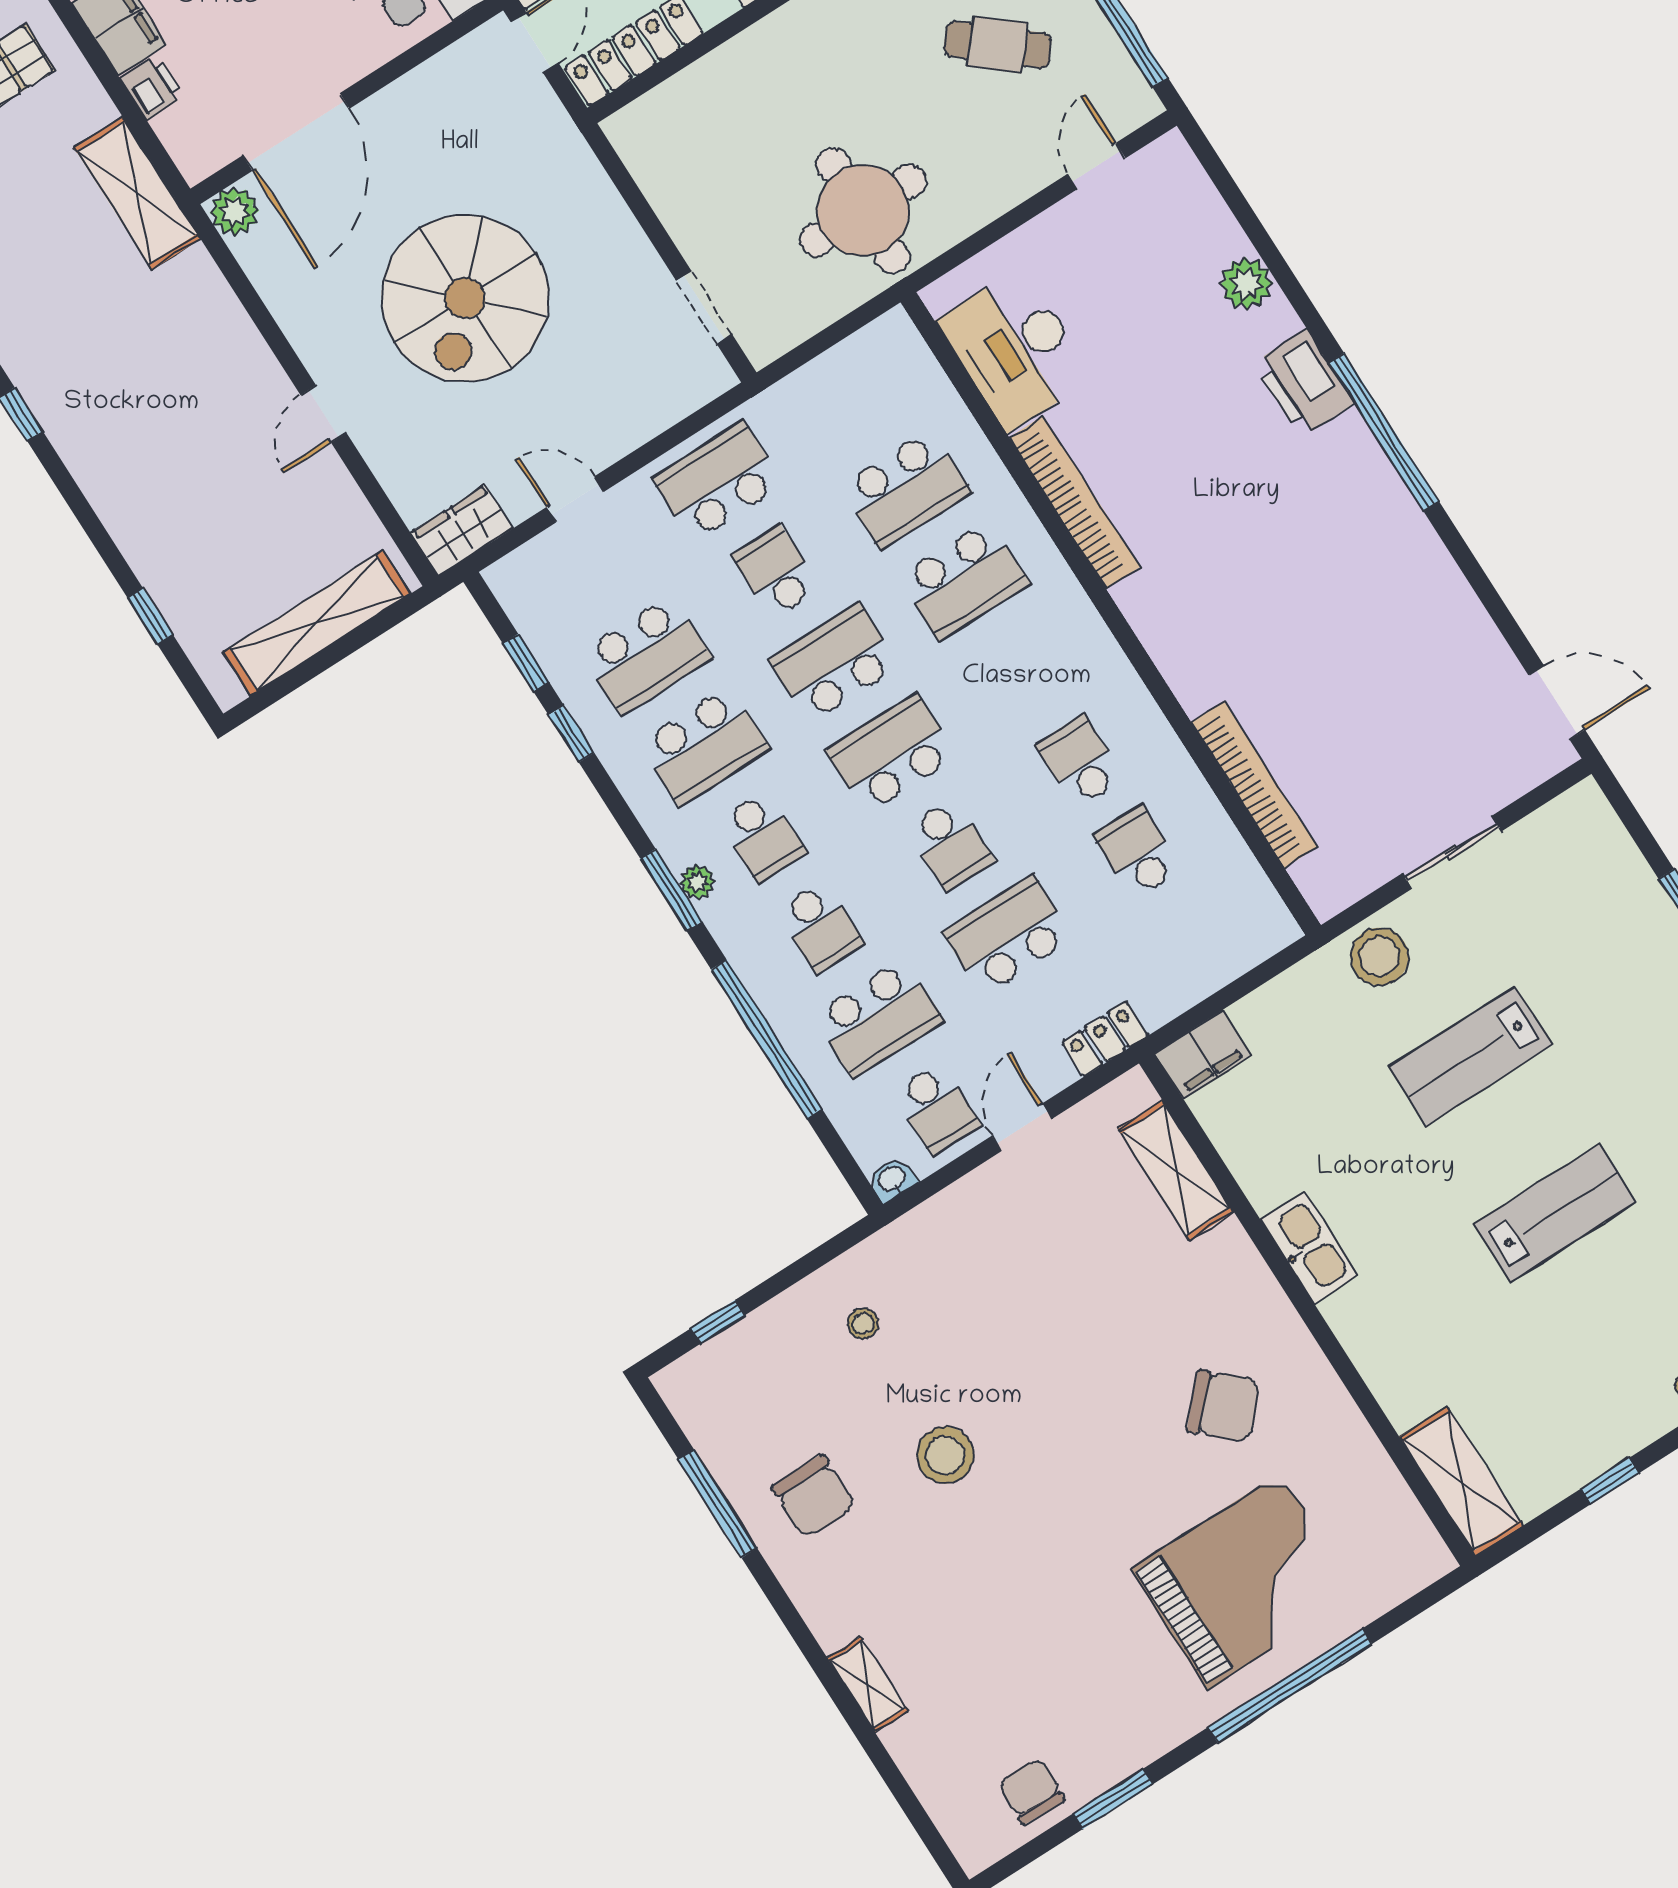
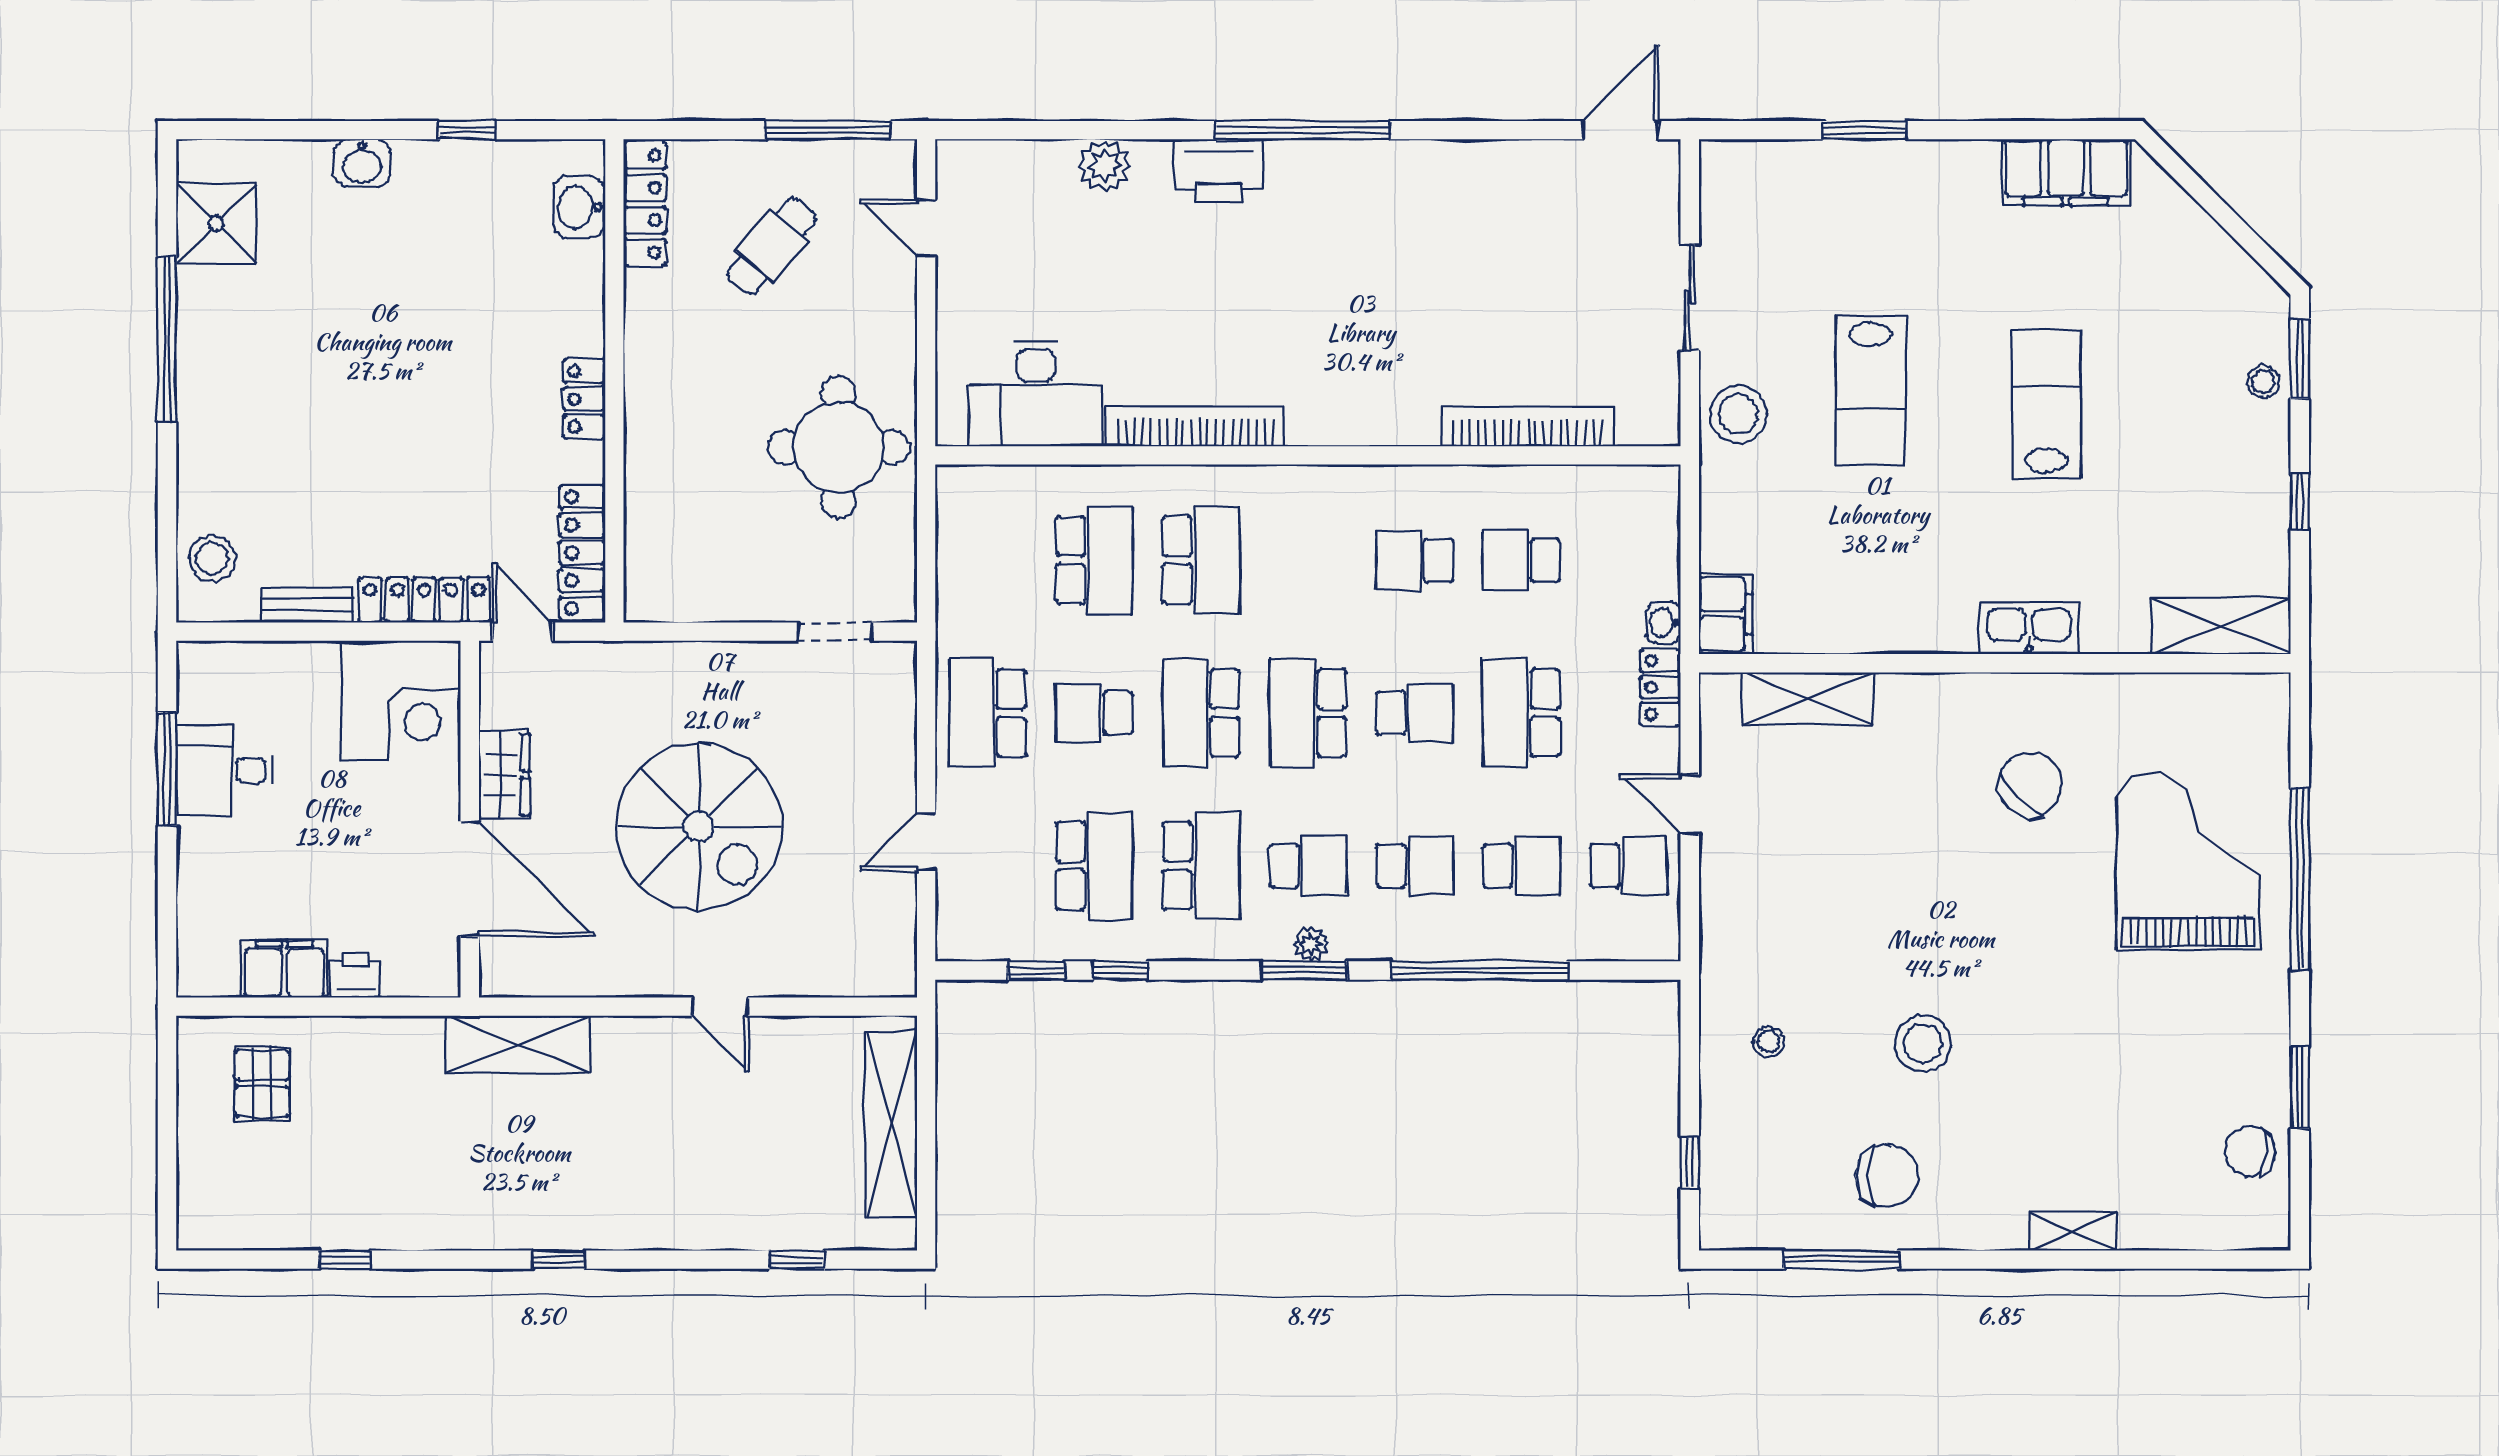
shelving: (137, 193) -> (518, 1044), moved
plant: (234, 212) -> (503, 973), removed
wardrobe: (462, 531) -> (504, 775), moved, turned 180
school desk: (878, 1018) -> (1522, 866), width x0.54
washbasin: (892, 1179) -> (1664, 623), moved
kitchen sink: (1309, 1248) -> (2029, 628), moved

